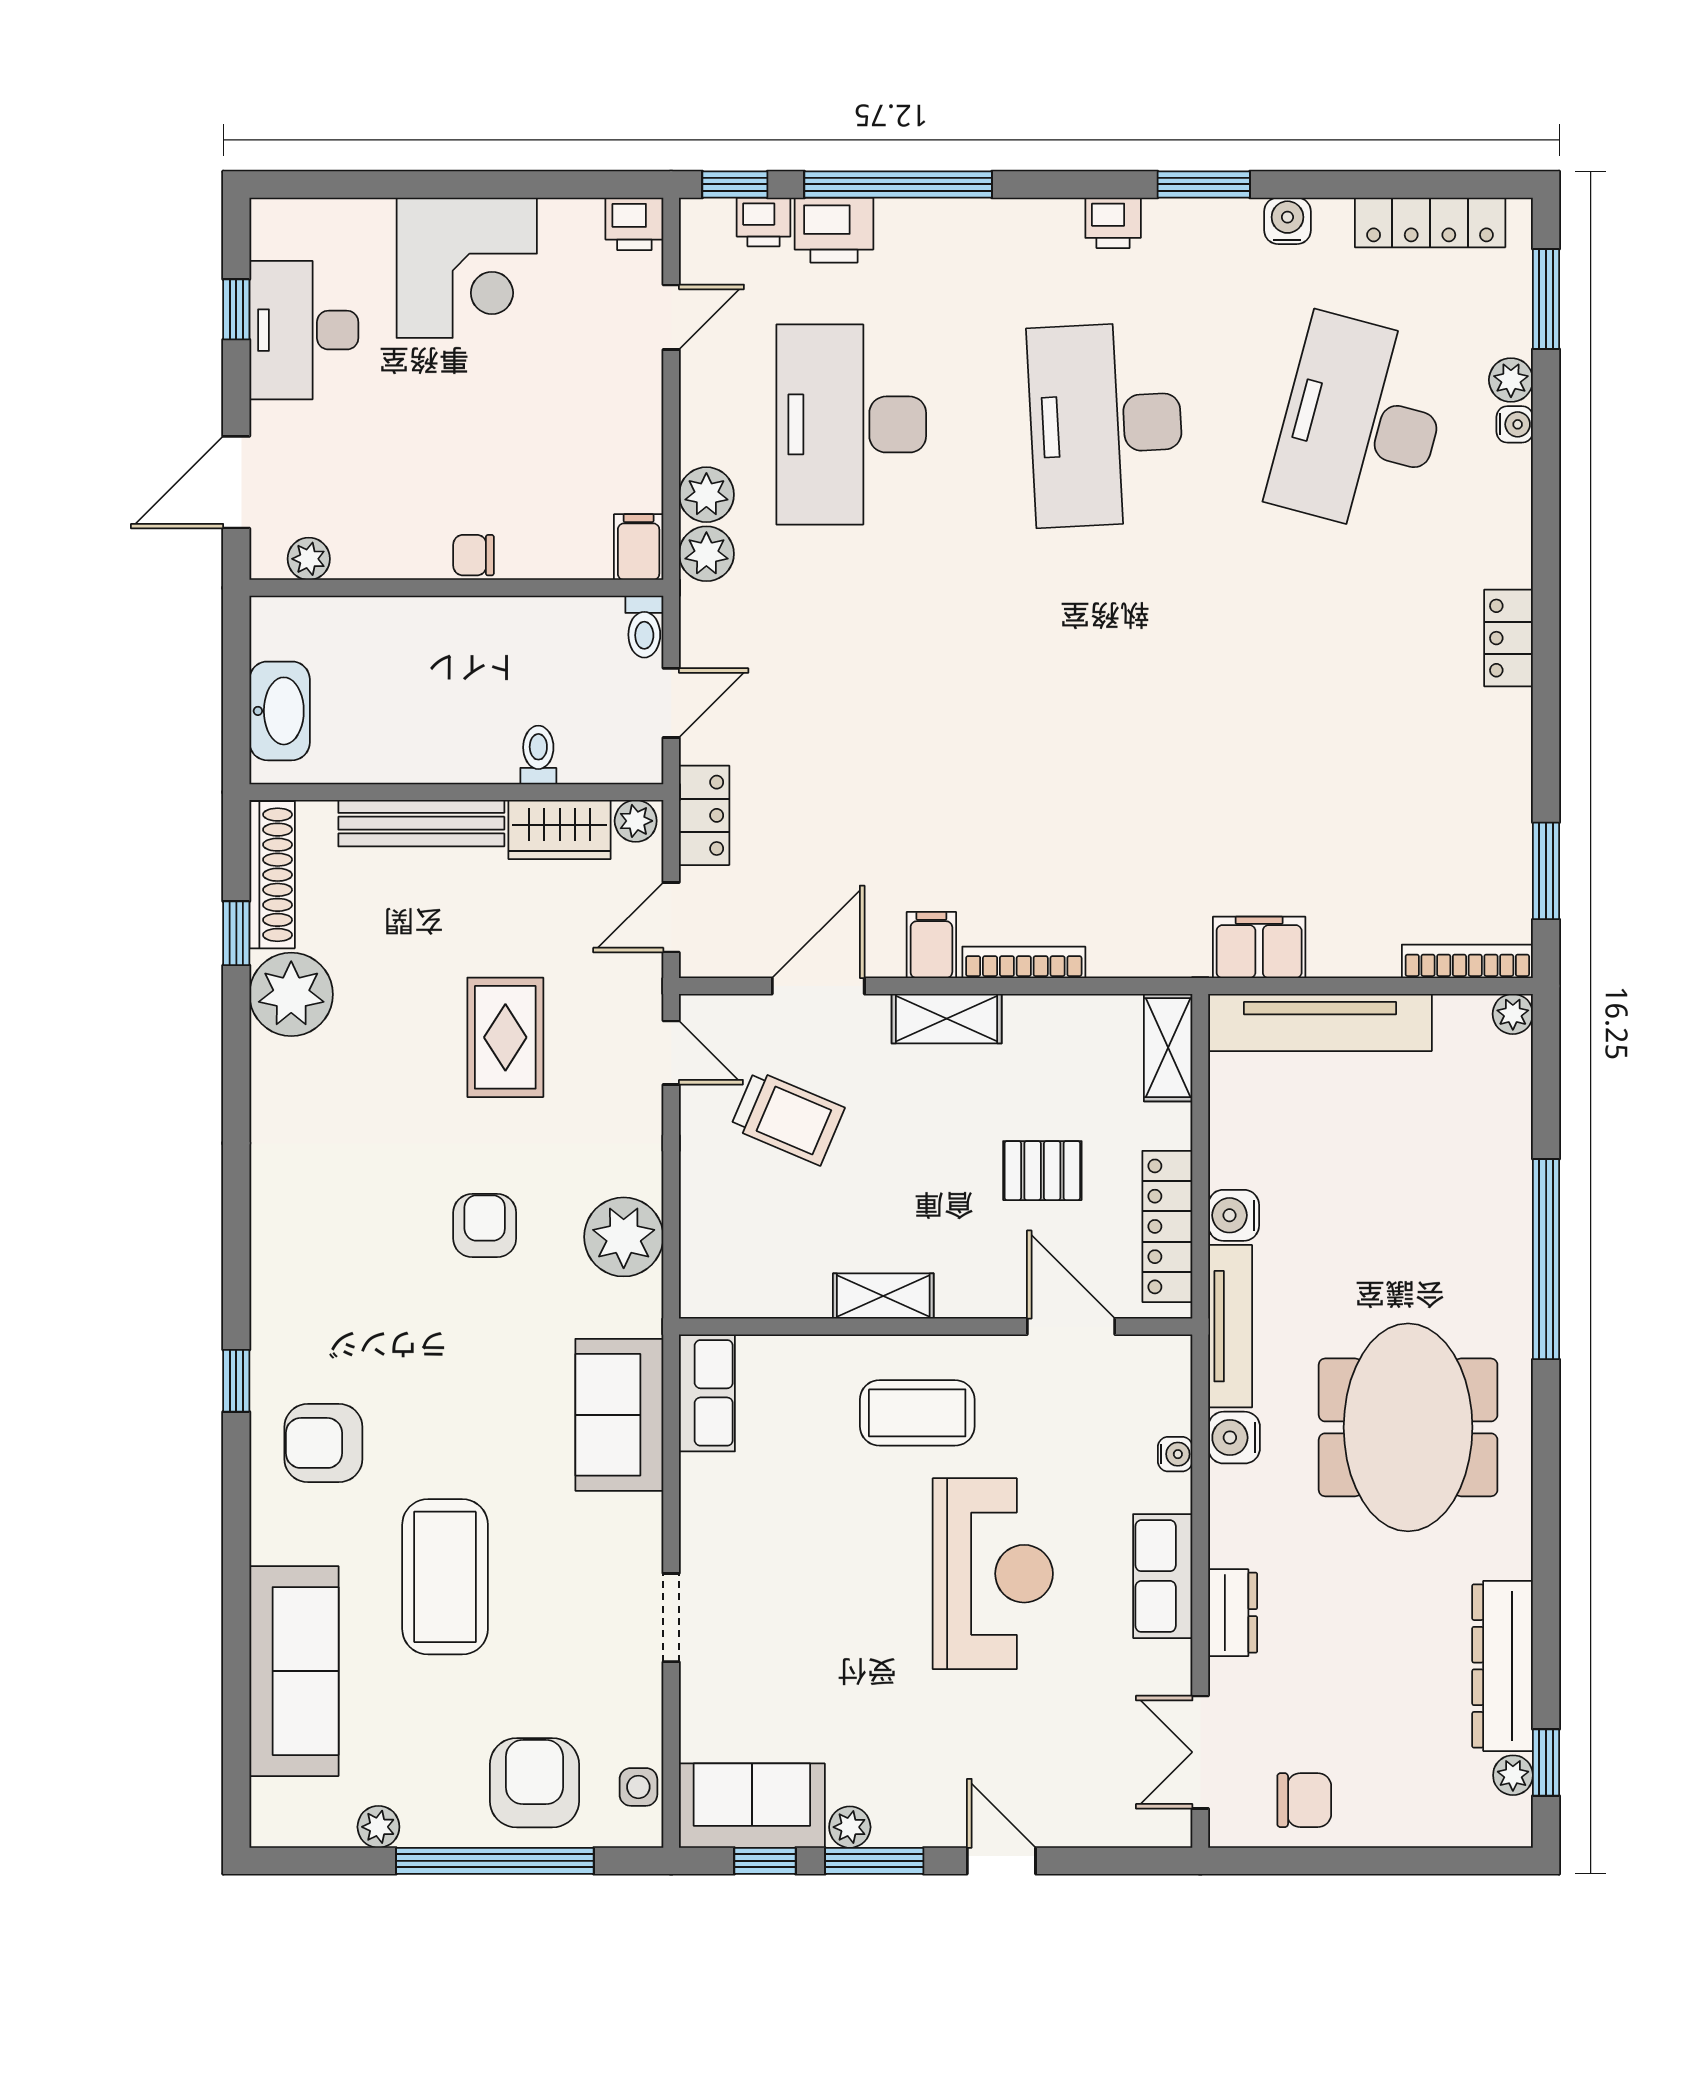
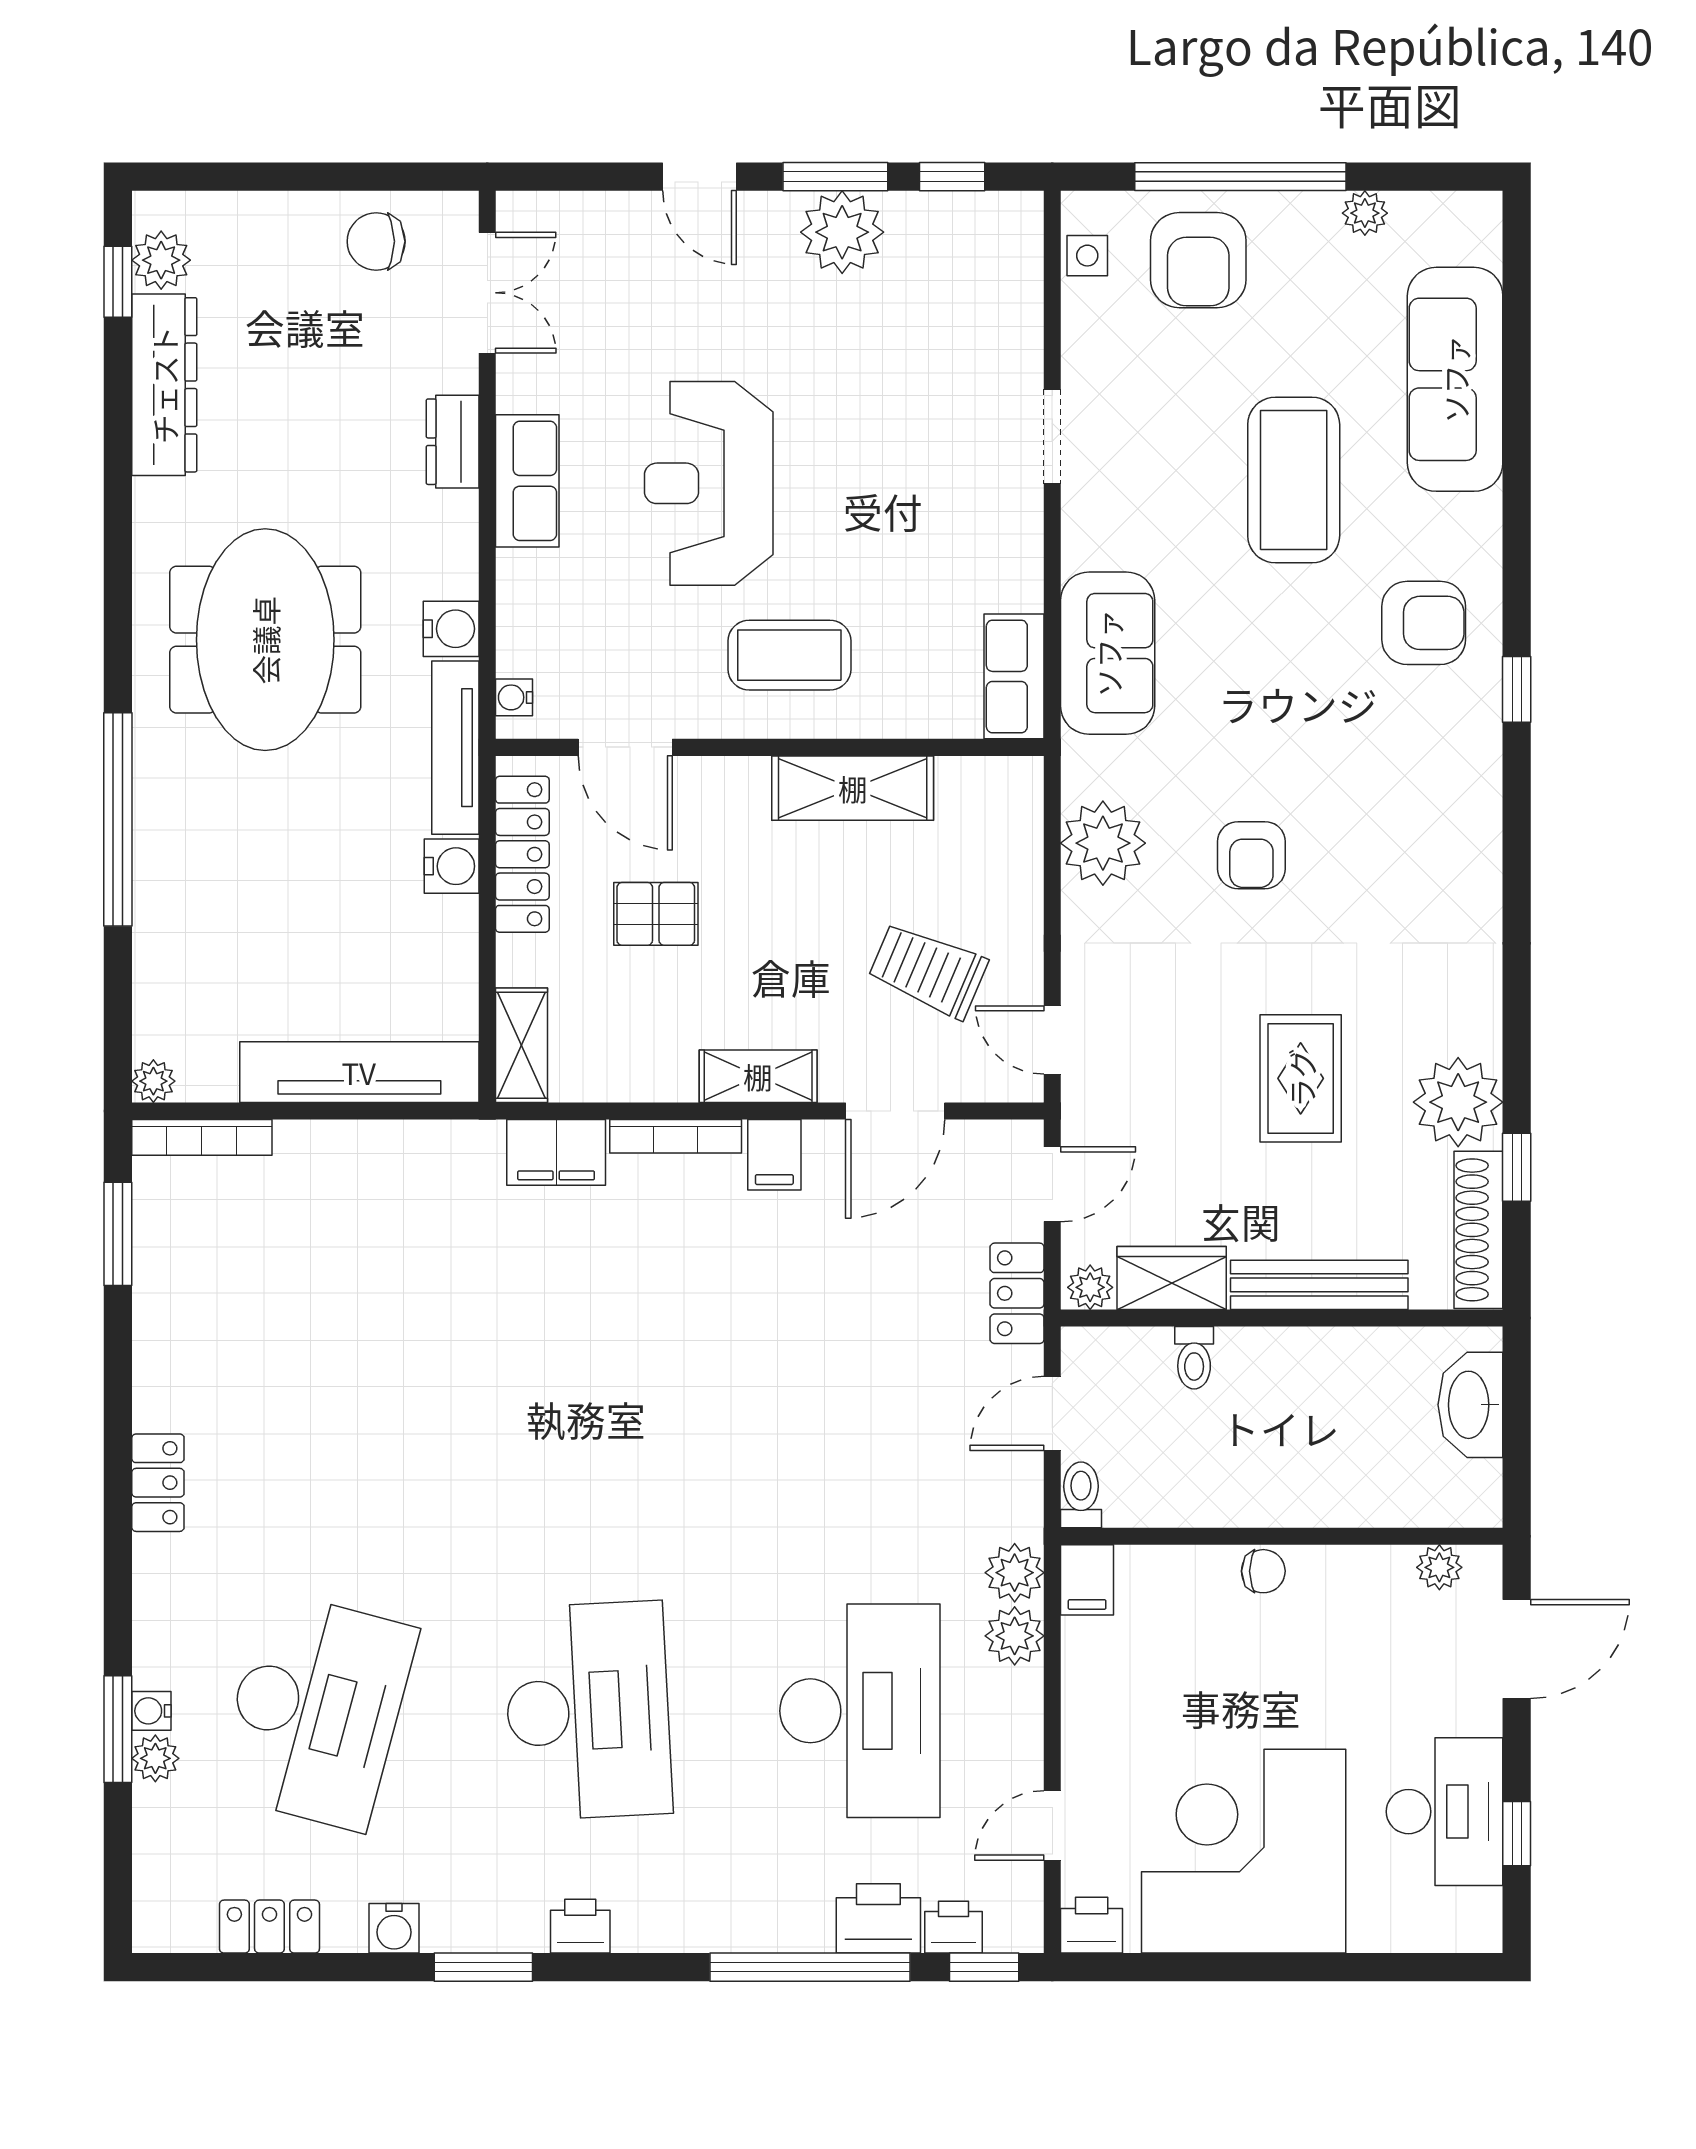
locker: (1430, 222) -> (269, 1927), width x0.66
corner desk: (467, 268) -> (1244, 1851), width x1.36, depth x1.36
window: (1546, 299) -> (118, 1729), moved
filing cabinet: (1259, 947) -> (556, 1152), moved
rug: (505, 1037) -> (1301, 1078), moved
shelving: (883, 1296) -> (853, 788), width x1.50, depth x1.33
water cooler: (1175, 1454) -> (514, 697), moved
plant: (1513, 1775) -> (161, 260), width x1.38, depth x1.38
sofa: (752, 1806) -> (966, 236), removed
plant: (850, 1827) -> (842, 232), width x1.87, depth x1.87

